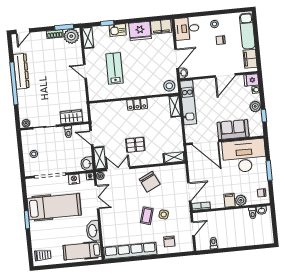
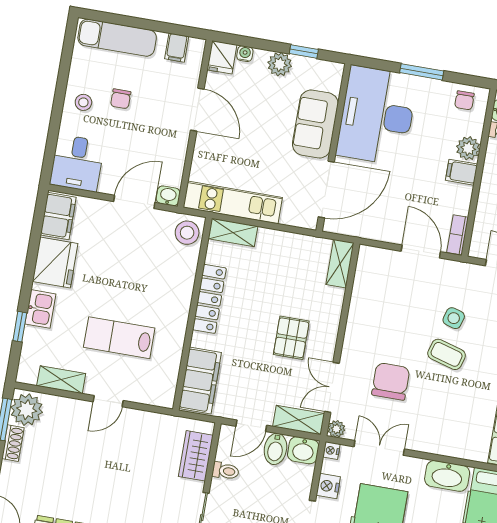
shelving: (88, 38) -> (61, 380), moved
door: (176, 59) -> (134, 202), hinge flipped
filing cabinet: (250, 59) -> (177, 48), width x0.50
locker: (137, 104) -> (209, 299), width x1.53
filing cabinet: (105, 110) -> (200, 381), added
bidet: (84, 151) -> (275, 449), added
chair: (150, 182) -> (391, 381), moved, turned -64

